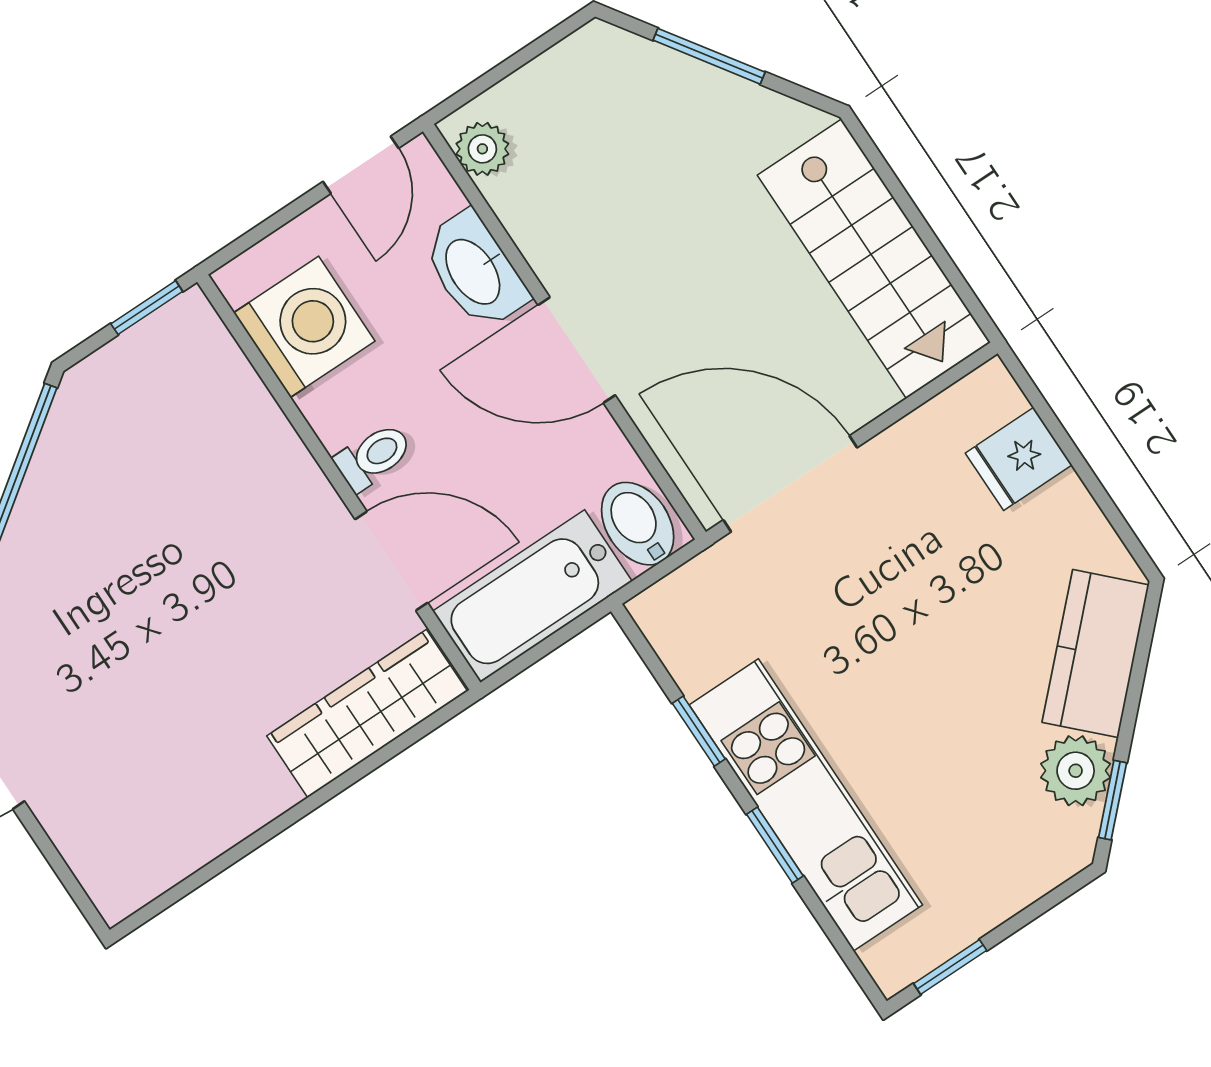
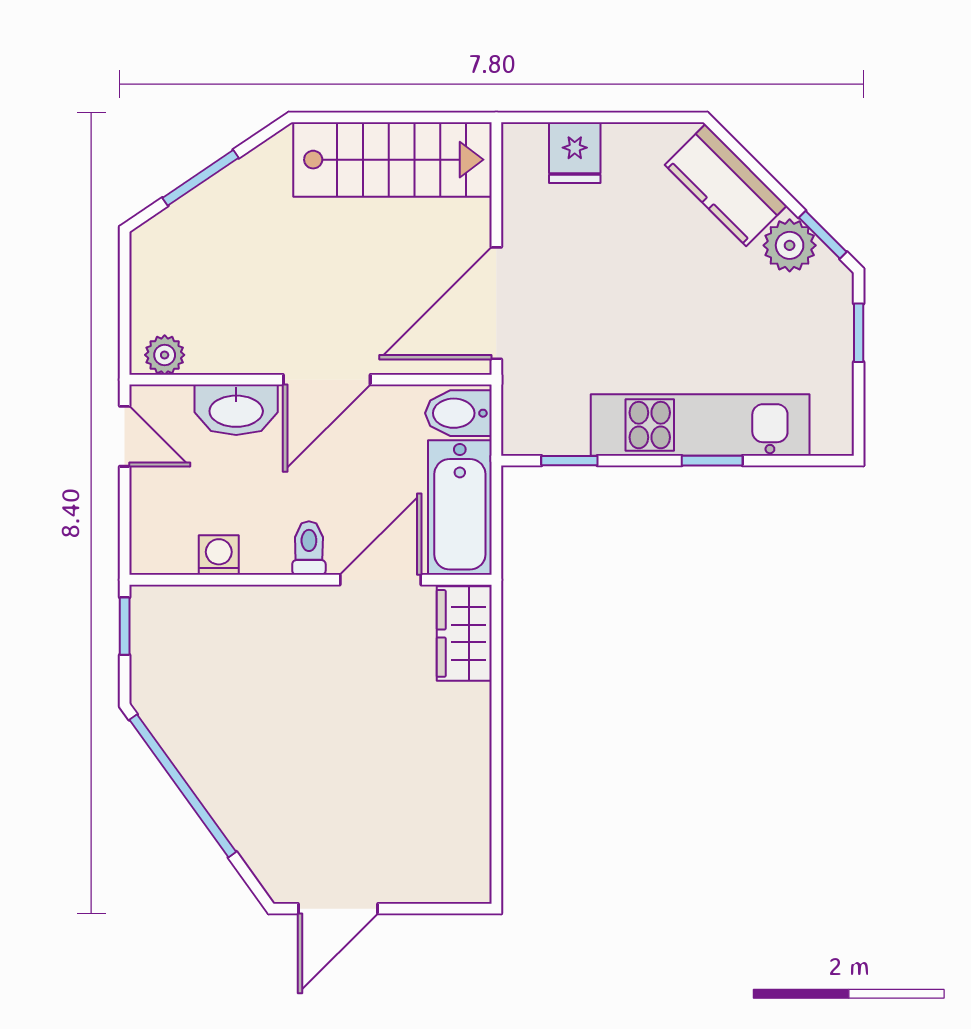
washing machine: (304, 327) -> (219, 555), width x0.53, depth x0.53
wardrobe: (367, 714) -> (464, 633), width x0.67
window: (699, 731) -> (569, 461), moved
window: (950, 967) -> (859, 333), moved

